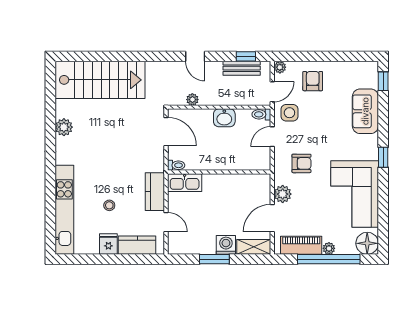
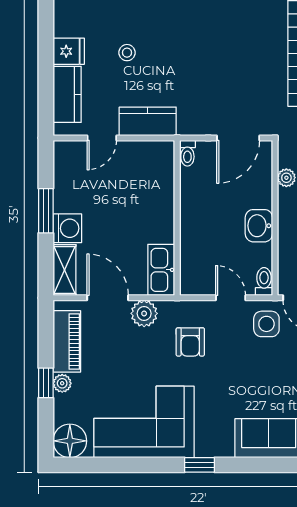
kitchen sink: (185, 183) -> (161, 270), moved
window: (329, 259) -> (46, 383), width x0.32

